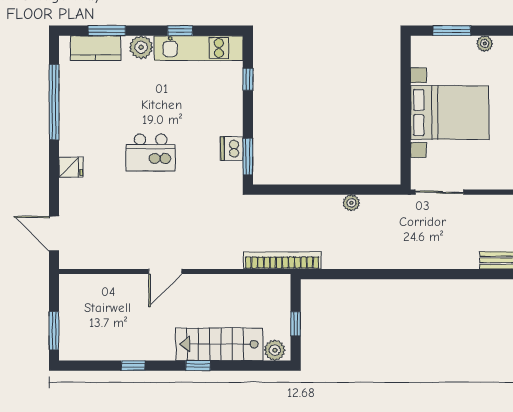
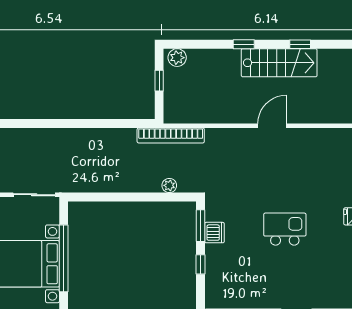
window: (248, 79) -> (200, 264), moved
window: (406, 119) -> (64, 258), added
plant: (351, 203) -> (169, 185), moved
stairs: (219, 344) -> (279, 63), moved

